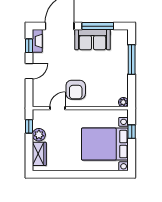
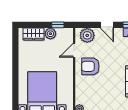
plant: (41, 93) -> (87, 35), added
door: (58, 108) -> (74, 50), swing flipped

